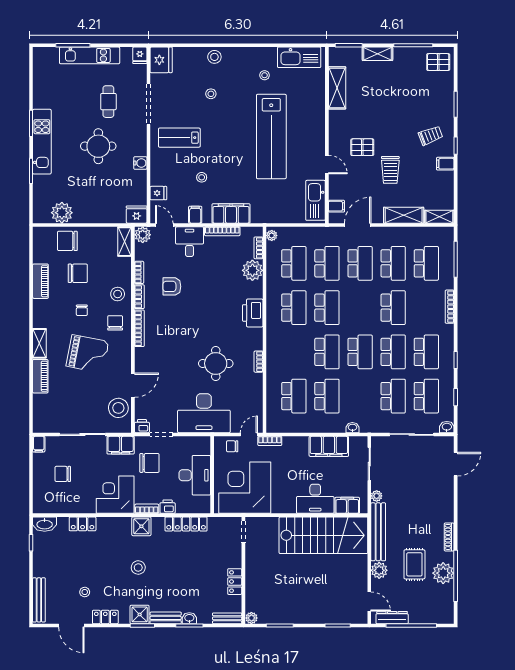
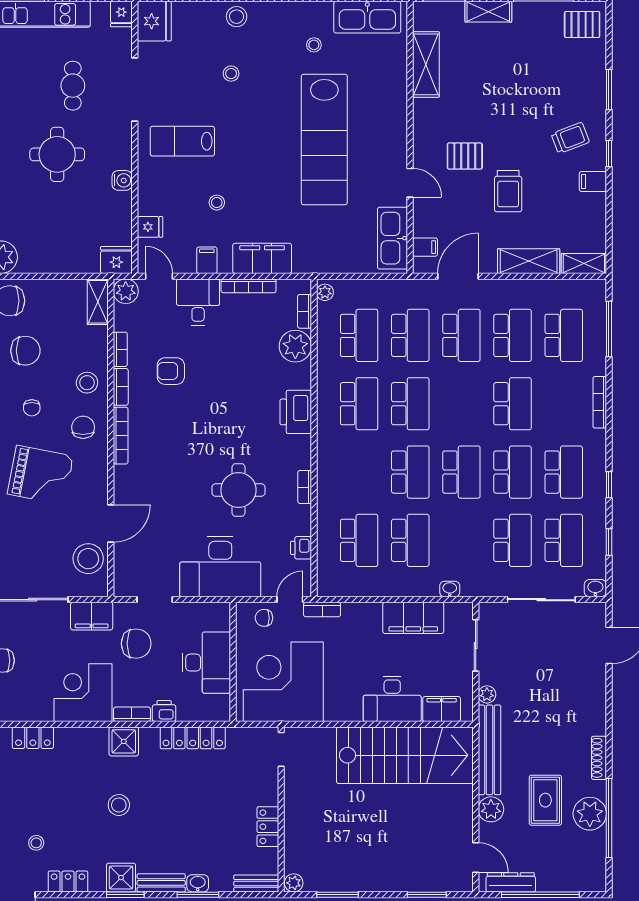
printer: (142, 426) -> (301, 548), moved, turned -90

